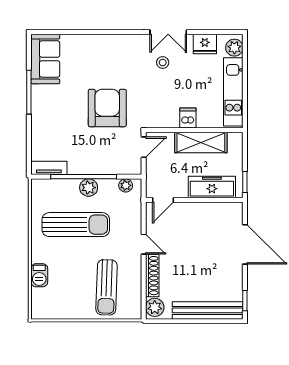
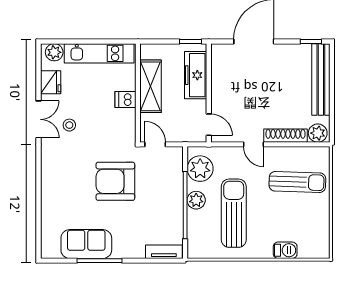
sofa: (45, 59) -> (86, 244), moved
tv unit: (49, 168) -> (164, 252), moved, turned 90
plant: (126, 185) -> (200, 169), width x1.87, depth x1.87
door: (144, 244) -> (254, 144), swing flipped

